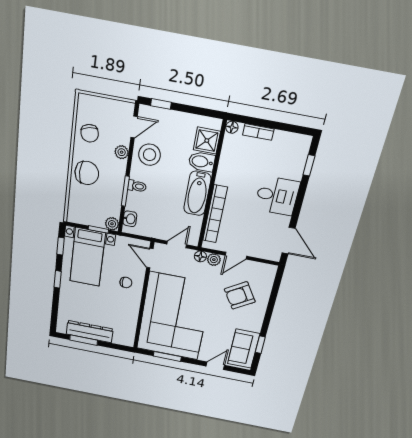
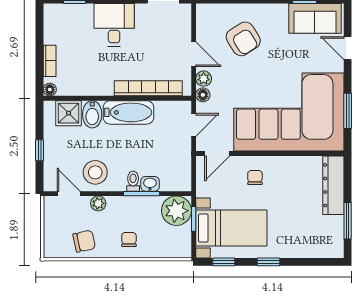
window: (161, 104) -> (40, 150), moved
chair: (87, 173) -> (129, 240), width x0.54, depth x0.54
washbasin: (130, 219) -> (150, 184), moved
plant: (112, 224) -> (176, 211), width x1.88, depth x1.88
door: (177, 244) -> (194, 125), swing flipped
dresser: (90, 332) -> (333, 185), moved

